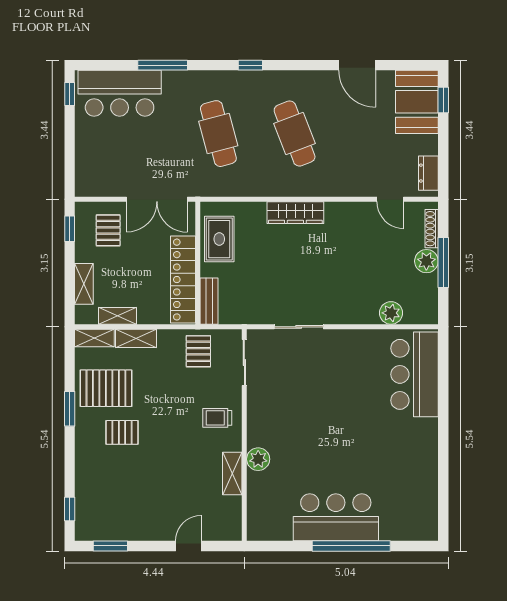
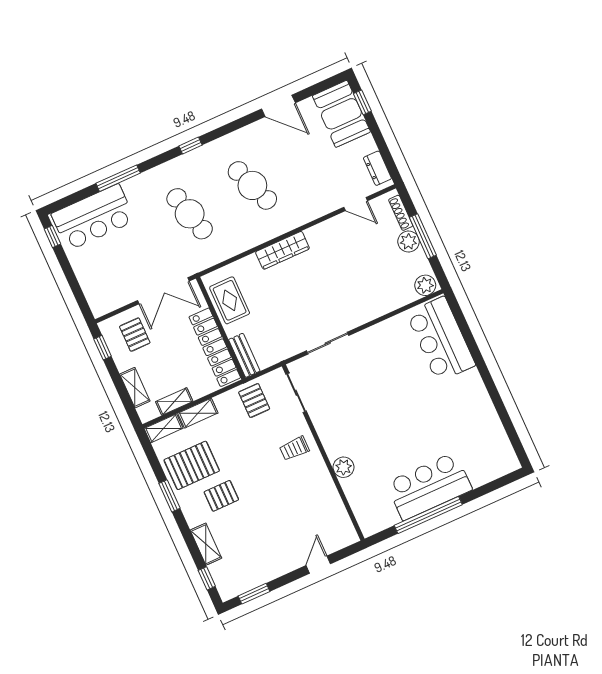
plant: (391, 313) -> (425, 285), moved
shelving: (232, 473) -> (206, 544), moved
window: (351, 546) -> (428, 515), moved

